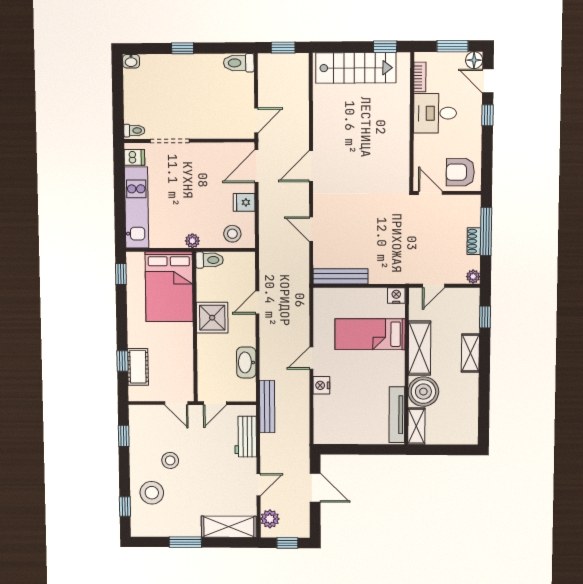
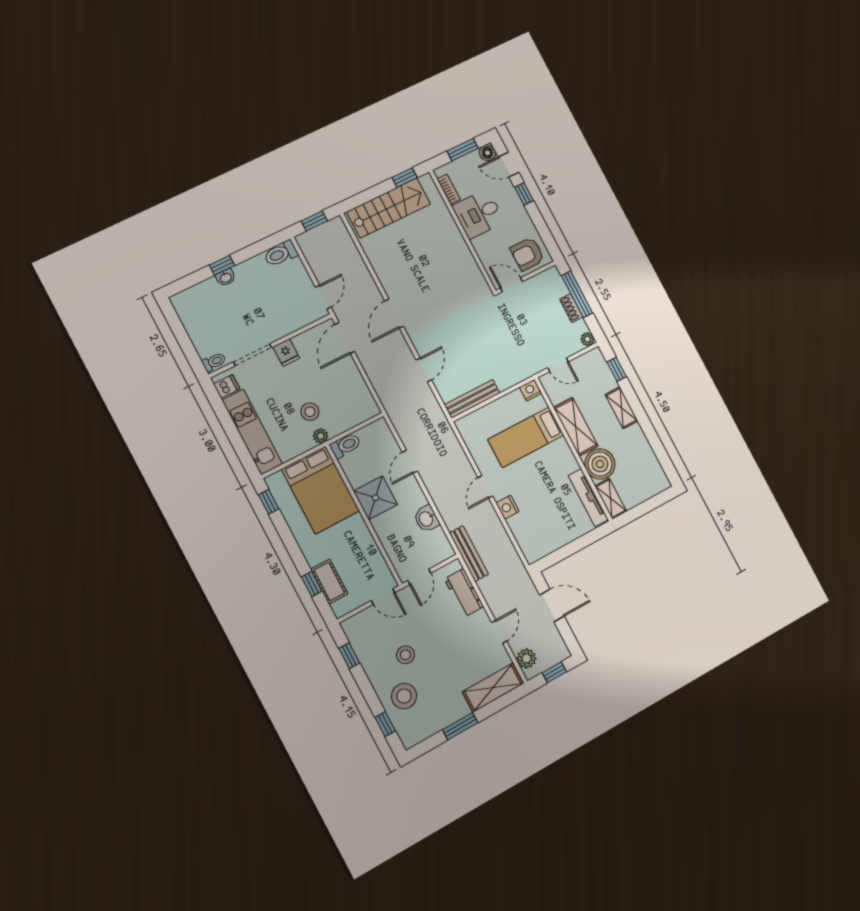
washbasin: (131, 61) -> (226, 277), moved
fridge: (244, 202) -> (286, 352), moved, turned -90
door: (311, 229) -> (424, 370), swing flipped
stool: (232, 234) -> (310, 412), moved
door: (434, 286) -> (558, 365), hinge flipped
washbasin: (246, 362) -> (426, 519), width x0.72

